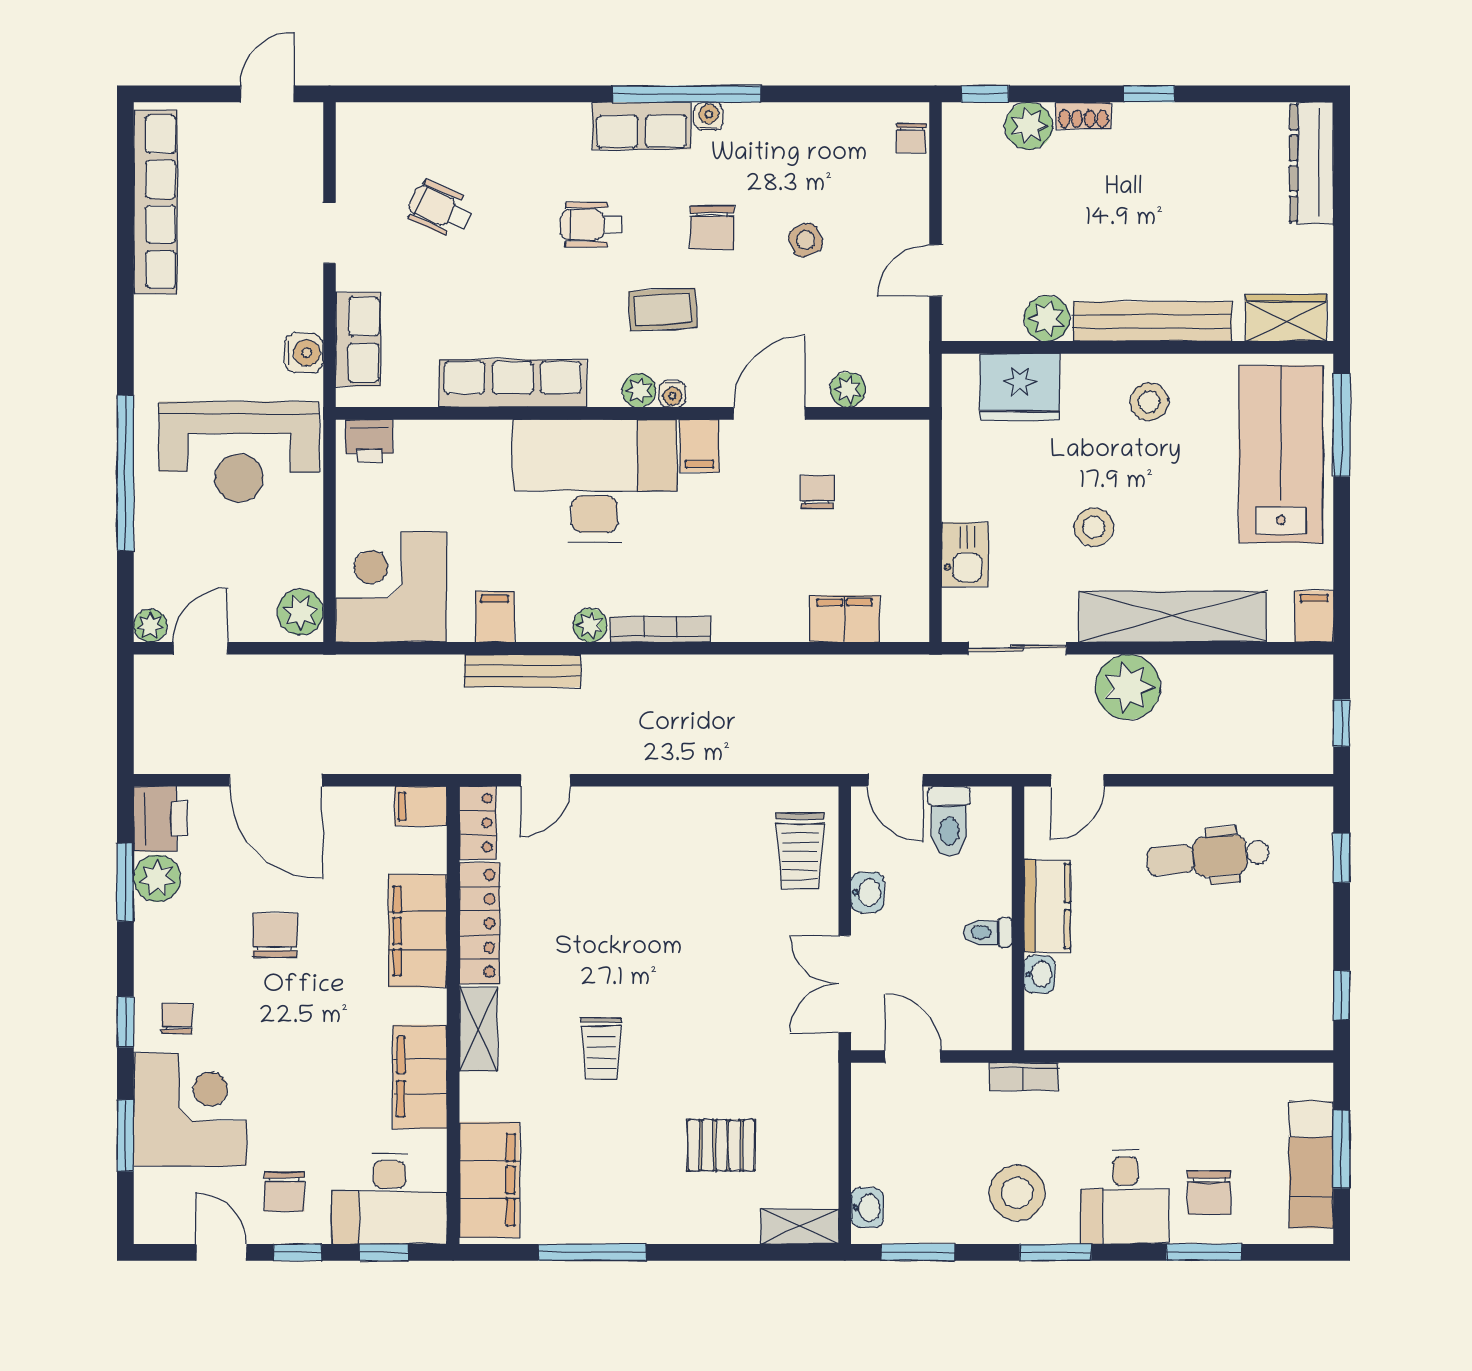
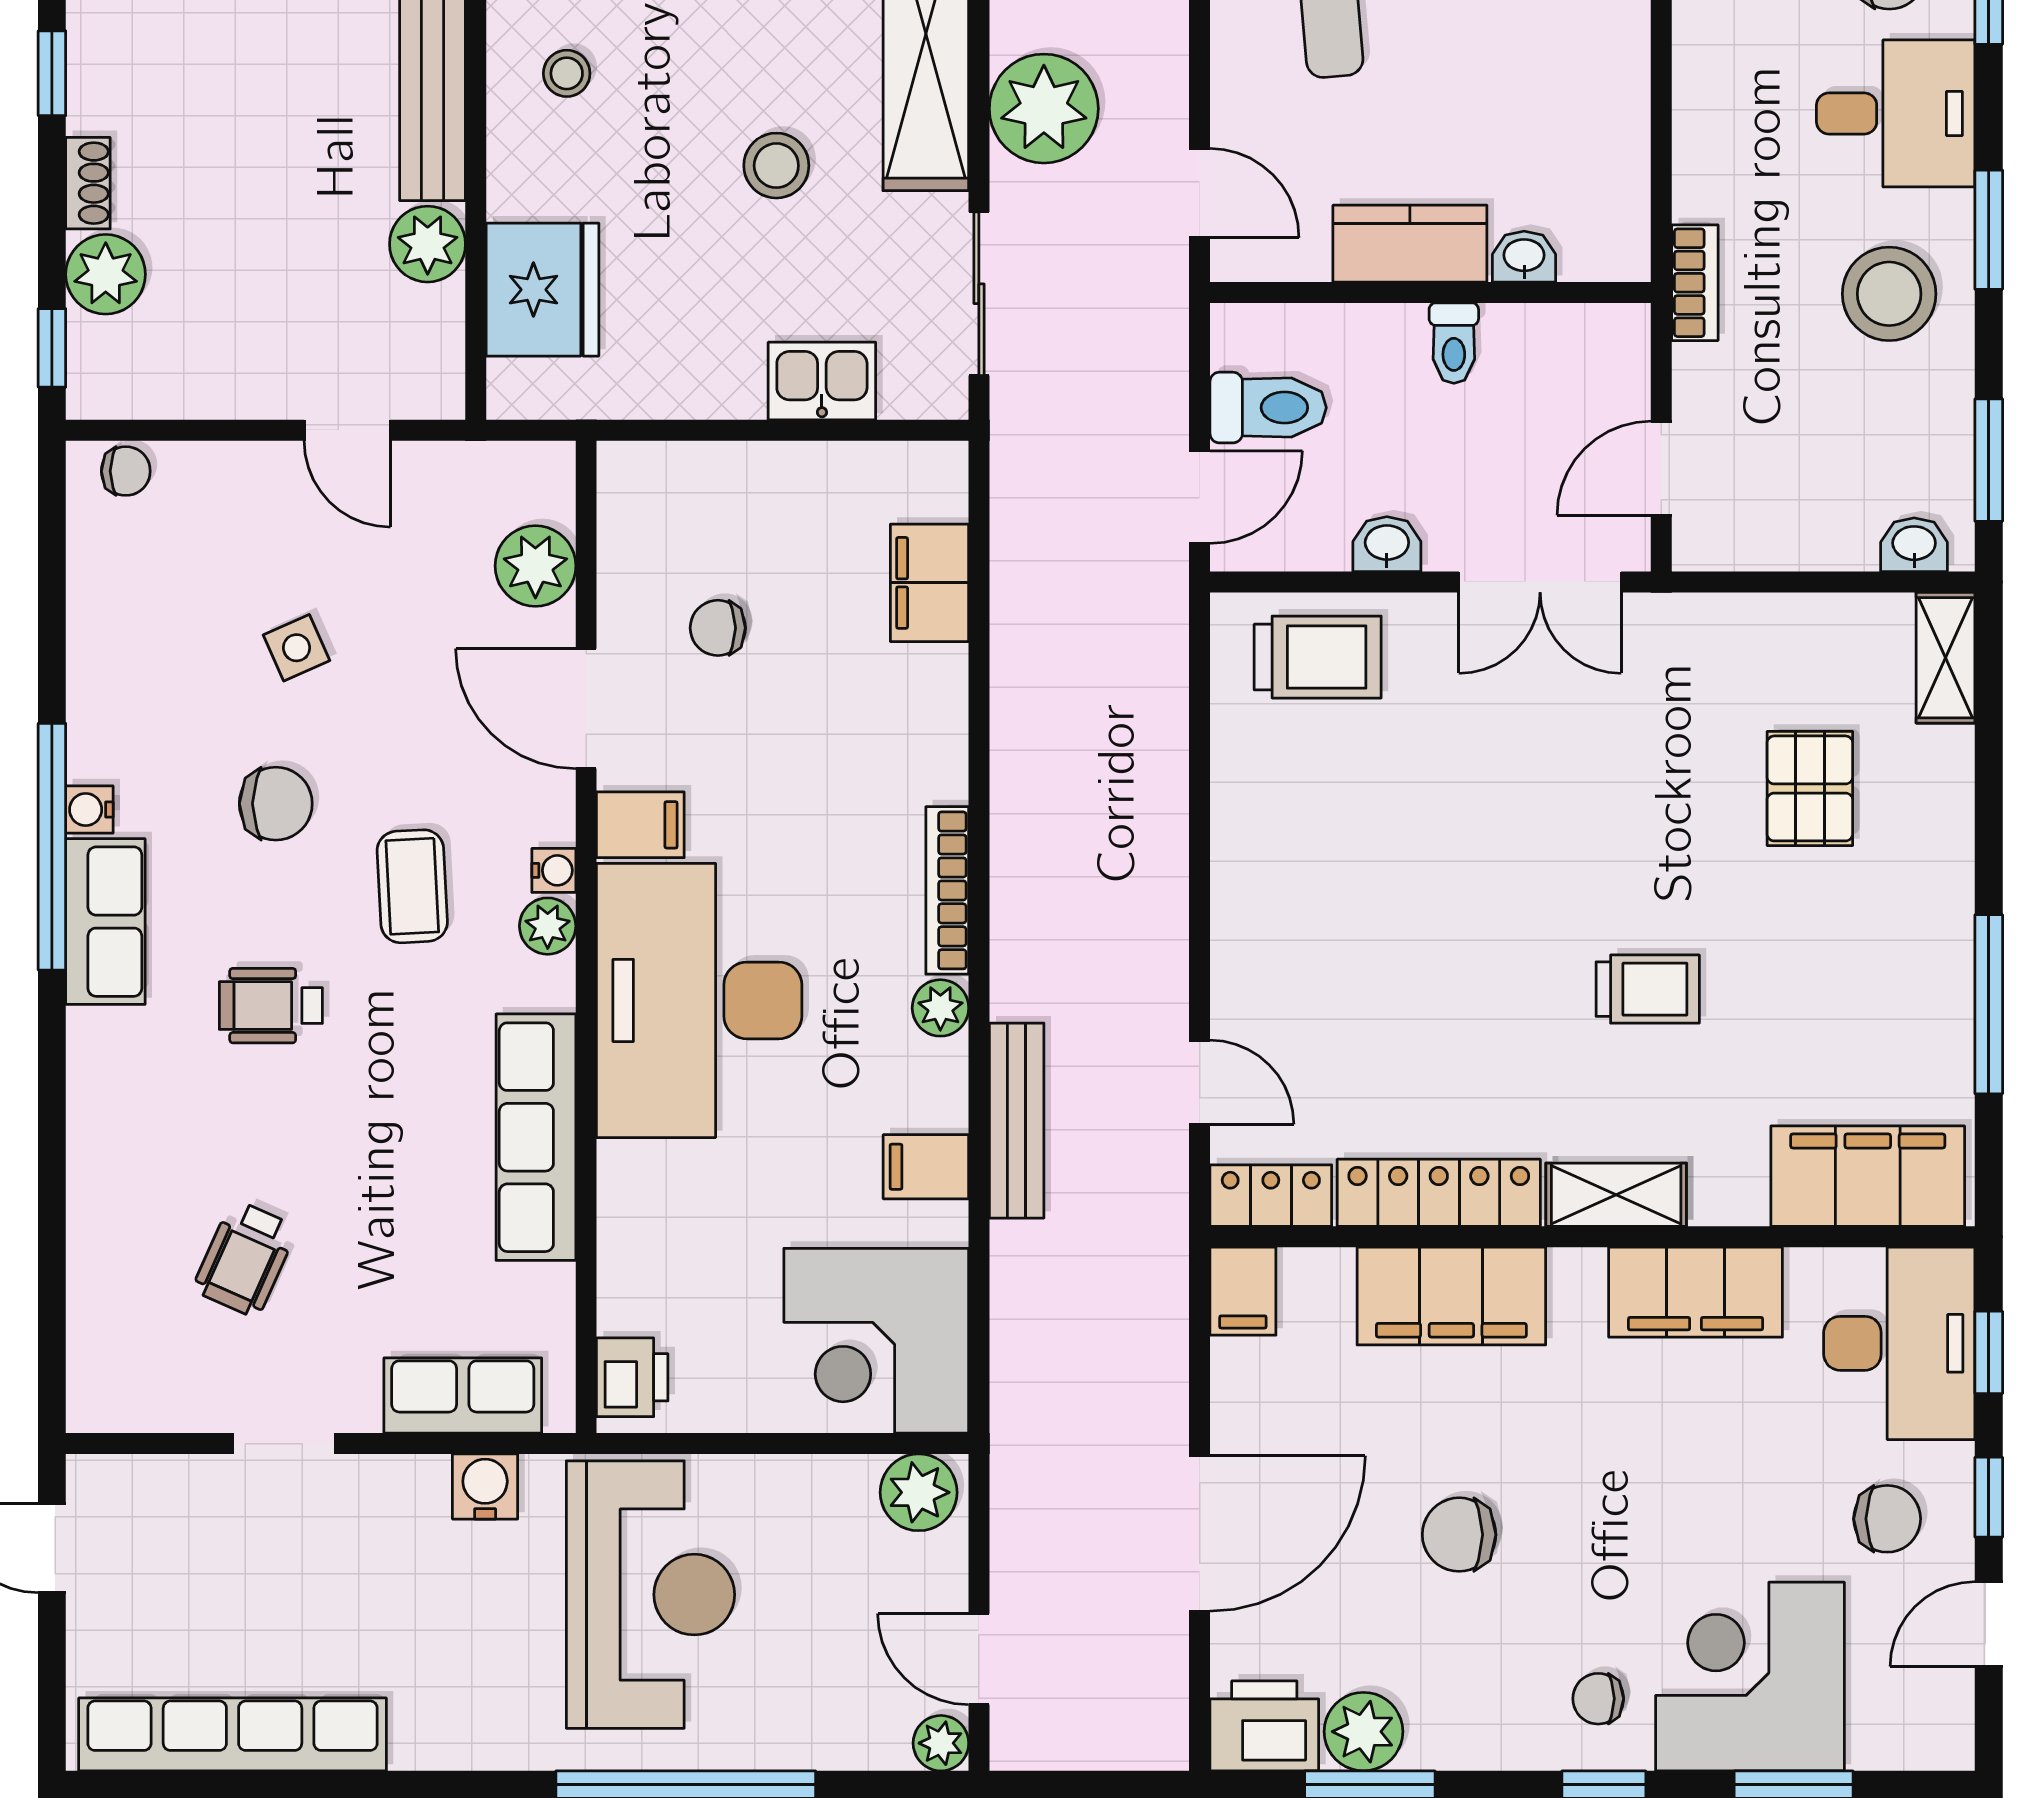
wheelchair: (591, 225) -> (271, 1006), turned 90
plant: (848, 390) -> (535, 566), width x1.38, depth x1.38
stool: (1149, 402) -> (567, 73), width x0.73, depth x0.73

